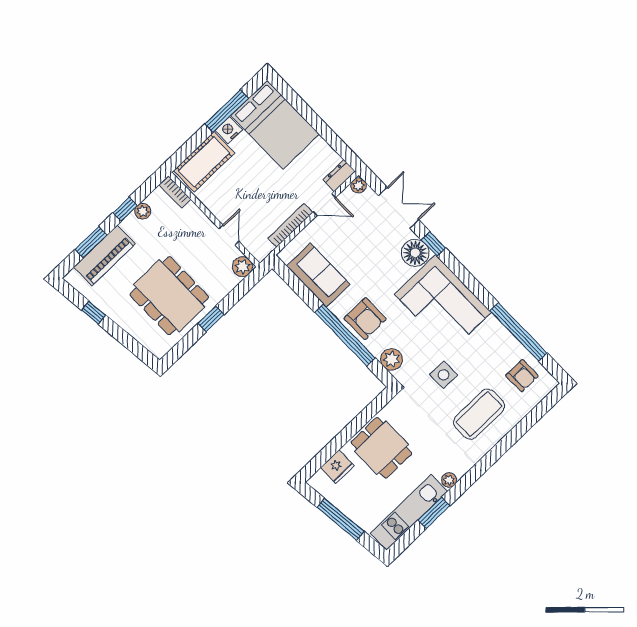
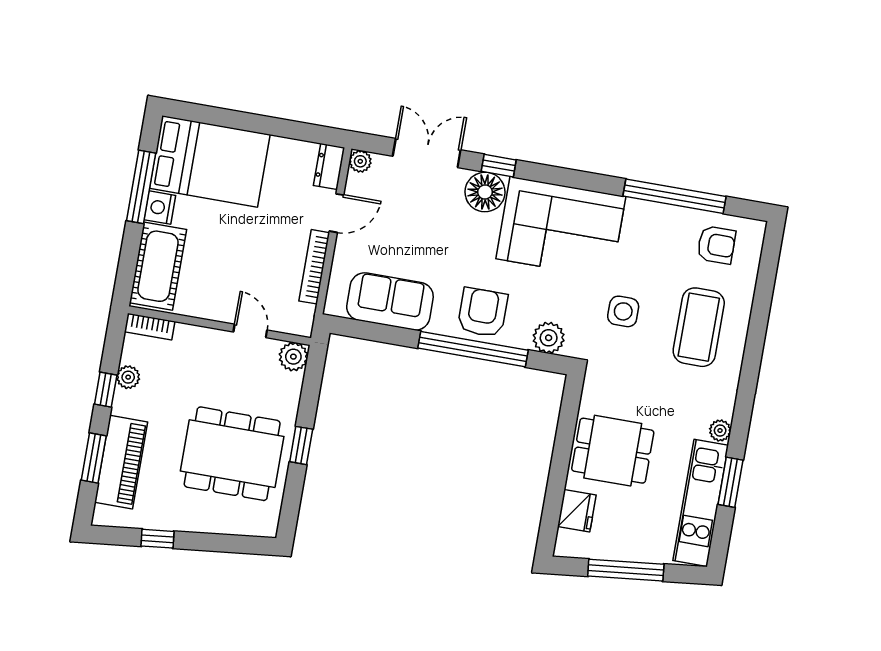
armchair: (365, 319) -> (483, 312), turned -90

